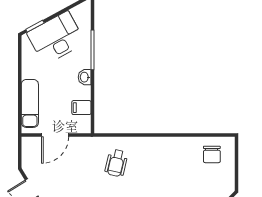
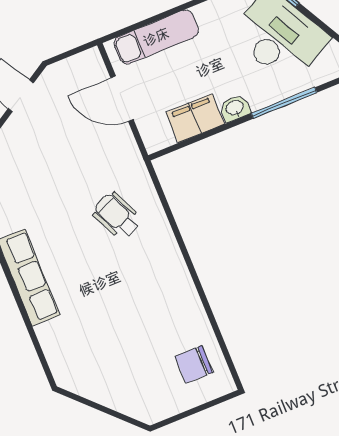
filing cabinet: (81, 108) -> (195, 118), width x2.00
wheelchair: (116, 163) -> (117, 216), turned 53

